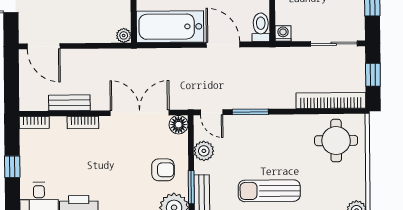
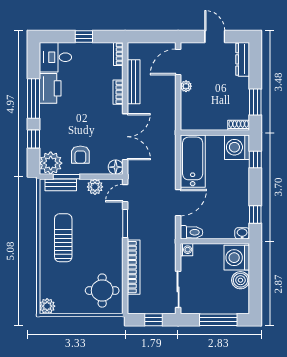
plant: (124, 35) -> (186, 86), moved
bookcase: (331, 100) -> (134, 267), moved
bench: (69, 103) -> (134, 82), width x1.36

